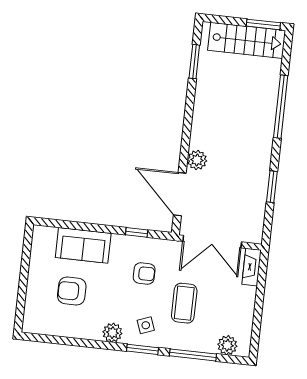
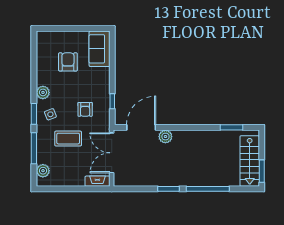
window: (272, 187) -> (169, 189), moved
sofa: (83, 245) -> (100, 49), moved

